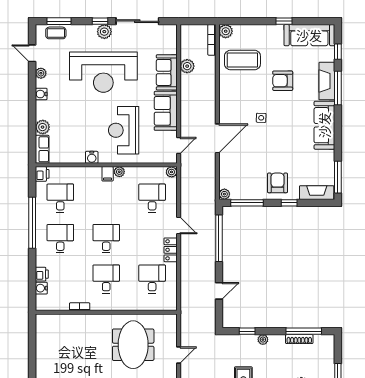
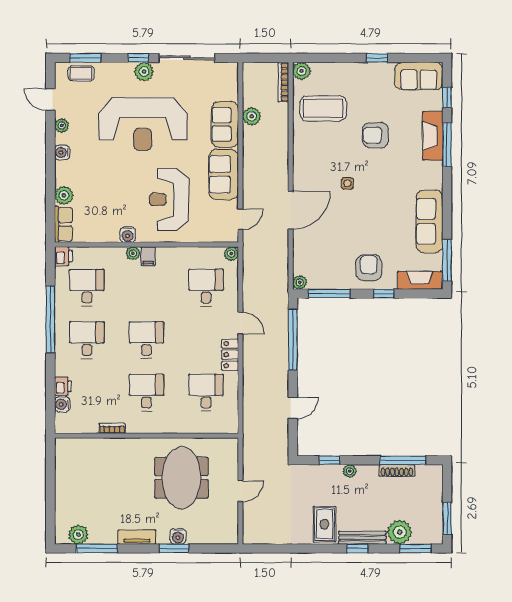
sofa: (309, 35) -> (419, 76), width x0.73
sofa: (324, 125) -> (430, 221), moved
plant: (119, 172) -> (133, 253), moved

